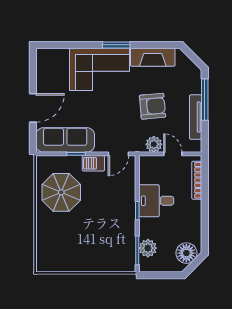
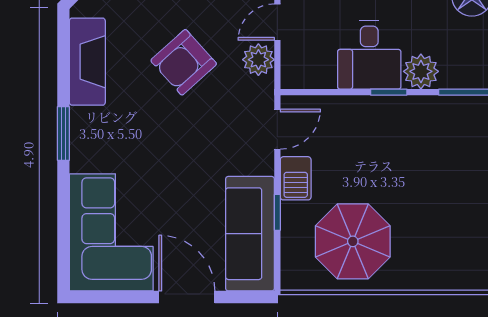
corner sofa: (100, 69) -> (111, 232), moved
armchair: (152, 106) -> (184, 62), turned -127
door: (118, 154) -> (277, 129), hinge flipped
plant: (148, 248) -> (421, 71), moved

